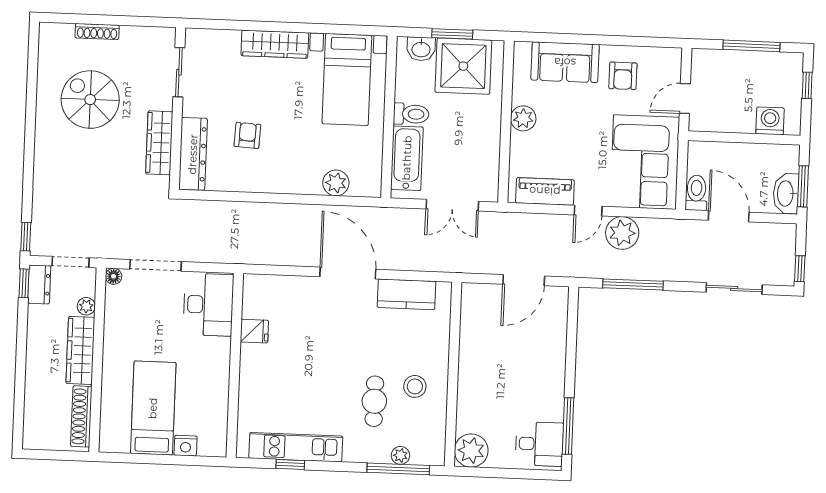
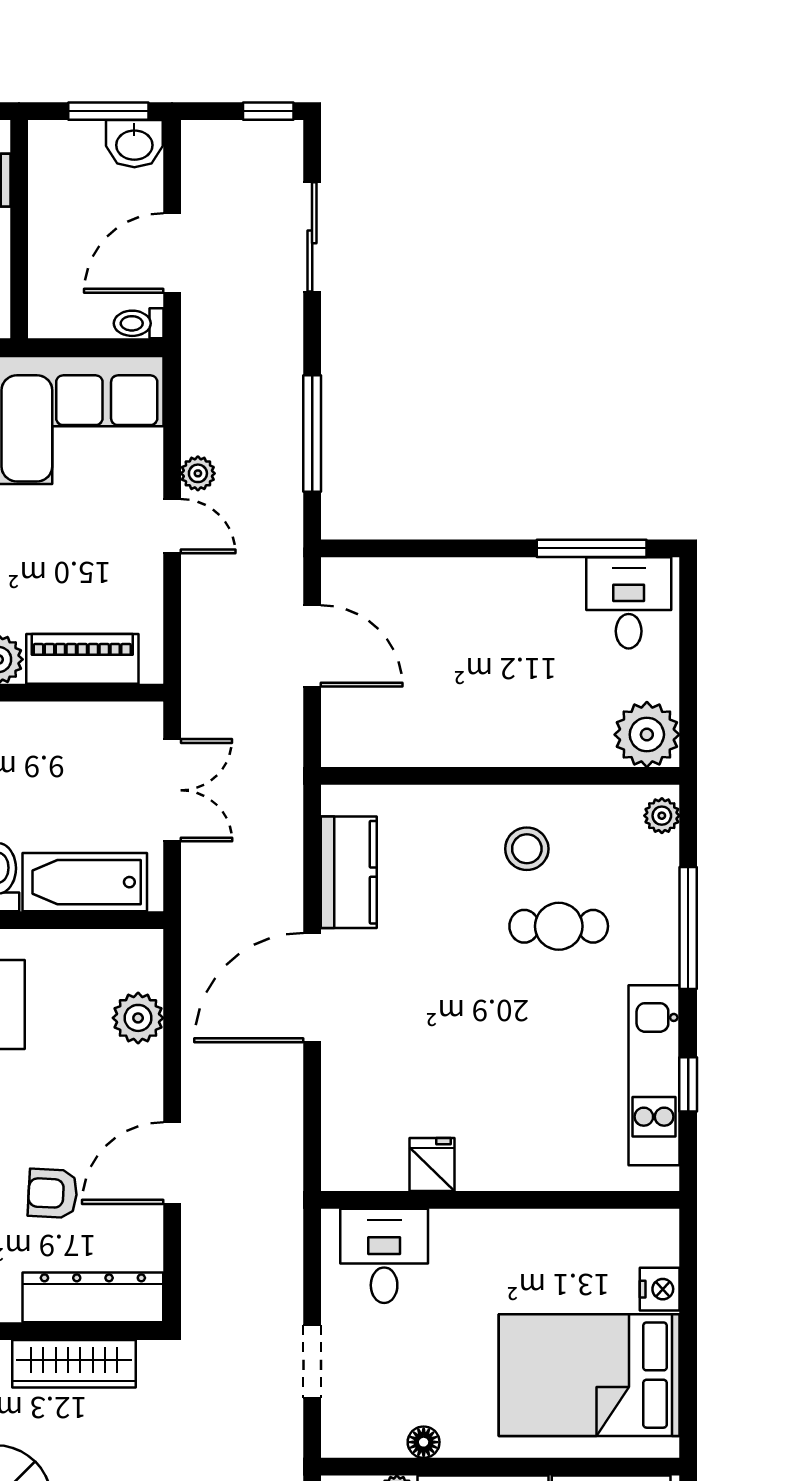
piano: (545, 191) -> (82, 659), moved, turned 90
toilet: (696, 193) -> (139, 323), width x0.73, depth x0.72
washbasin: (786, 194) -> (134, 144), width x0.72
door: (260, 197) -> (172, 1163), added
plant: (622, 233) -> (198, 473), width x0.53, depth x0.53
doorway: (155, 265) -> (312, 1362), width x0.73
floor lamp: (113, 276) -> (424, 1442), moved
desk: (208, 305) -> (384, 1256), width x0.73
bed: (153, 408) -> (589, 1375), width x1.50
plant: (400, 455) -> (662, 816), moved
window: (398, 469) -> (688, 928), moved

